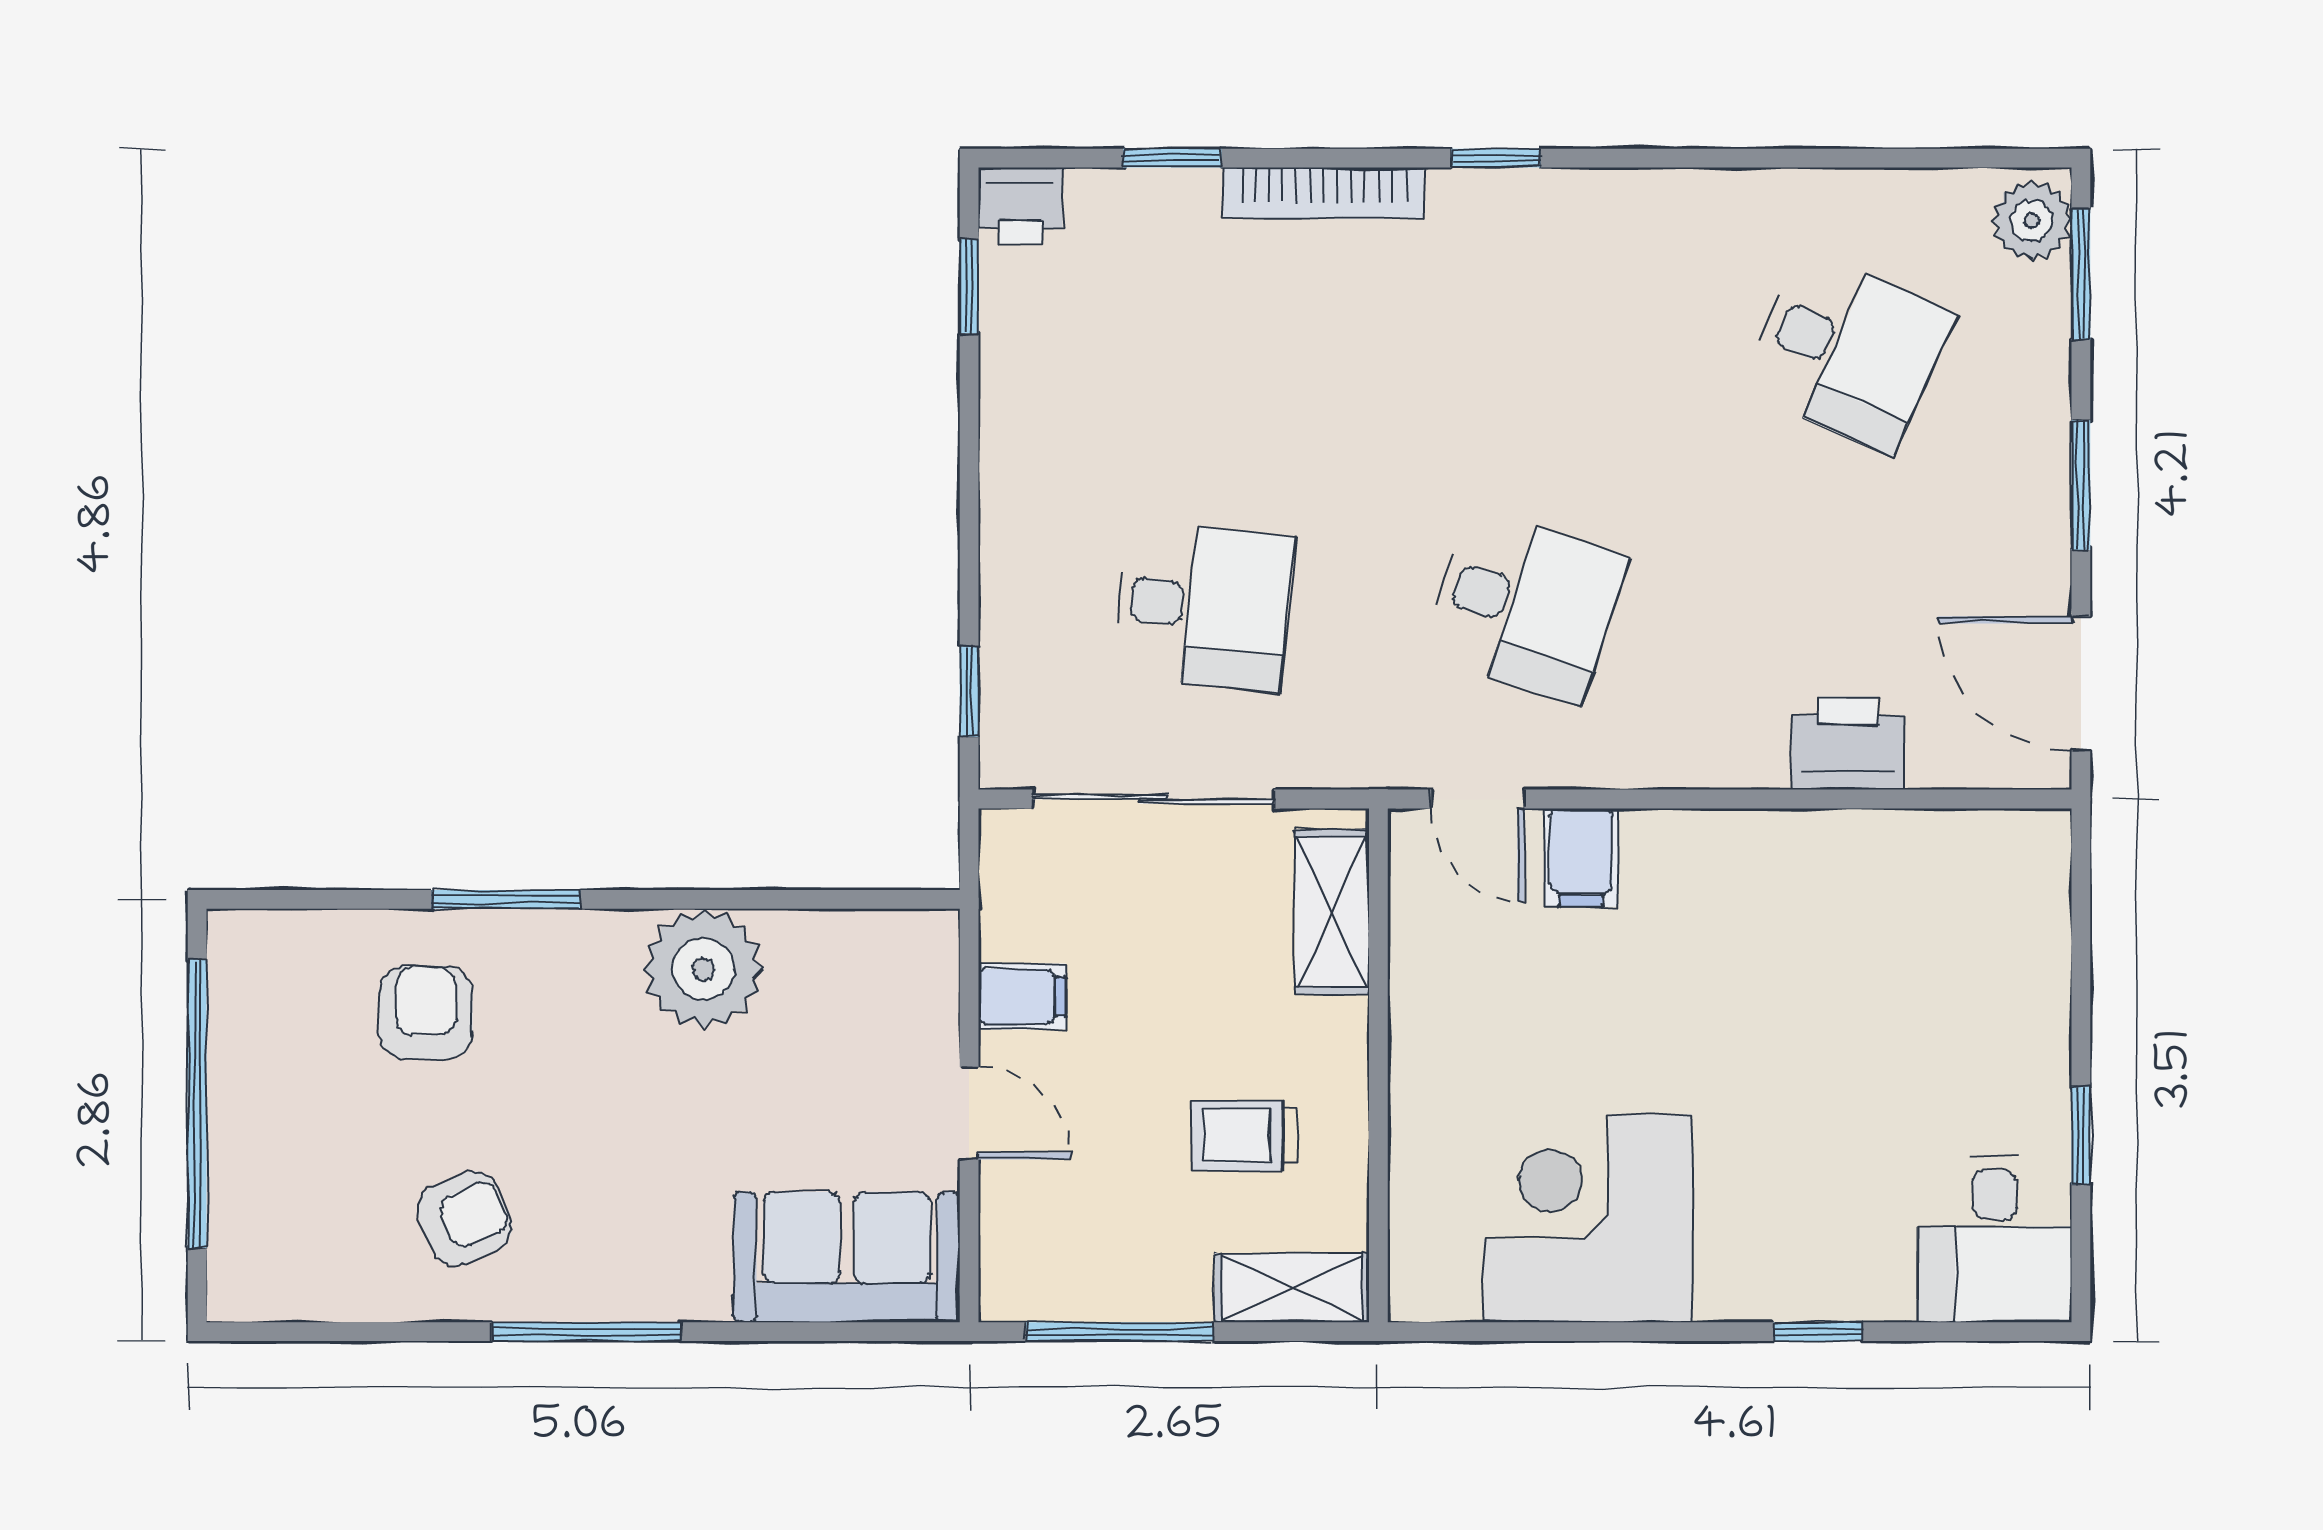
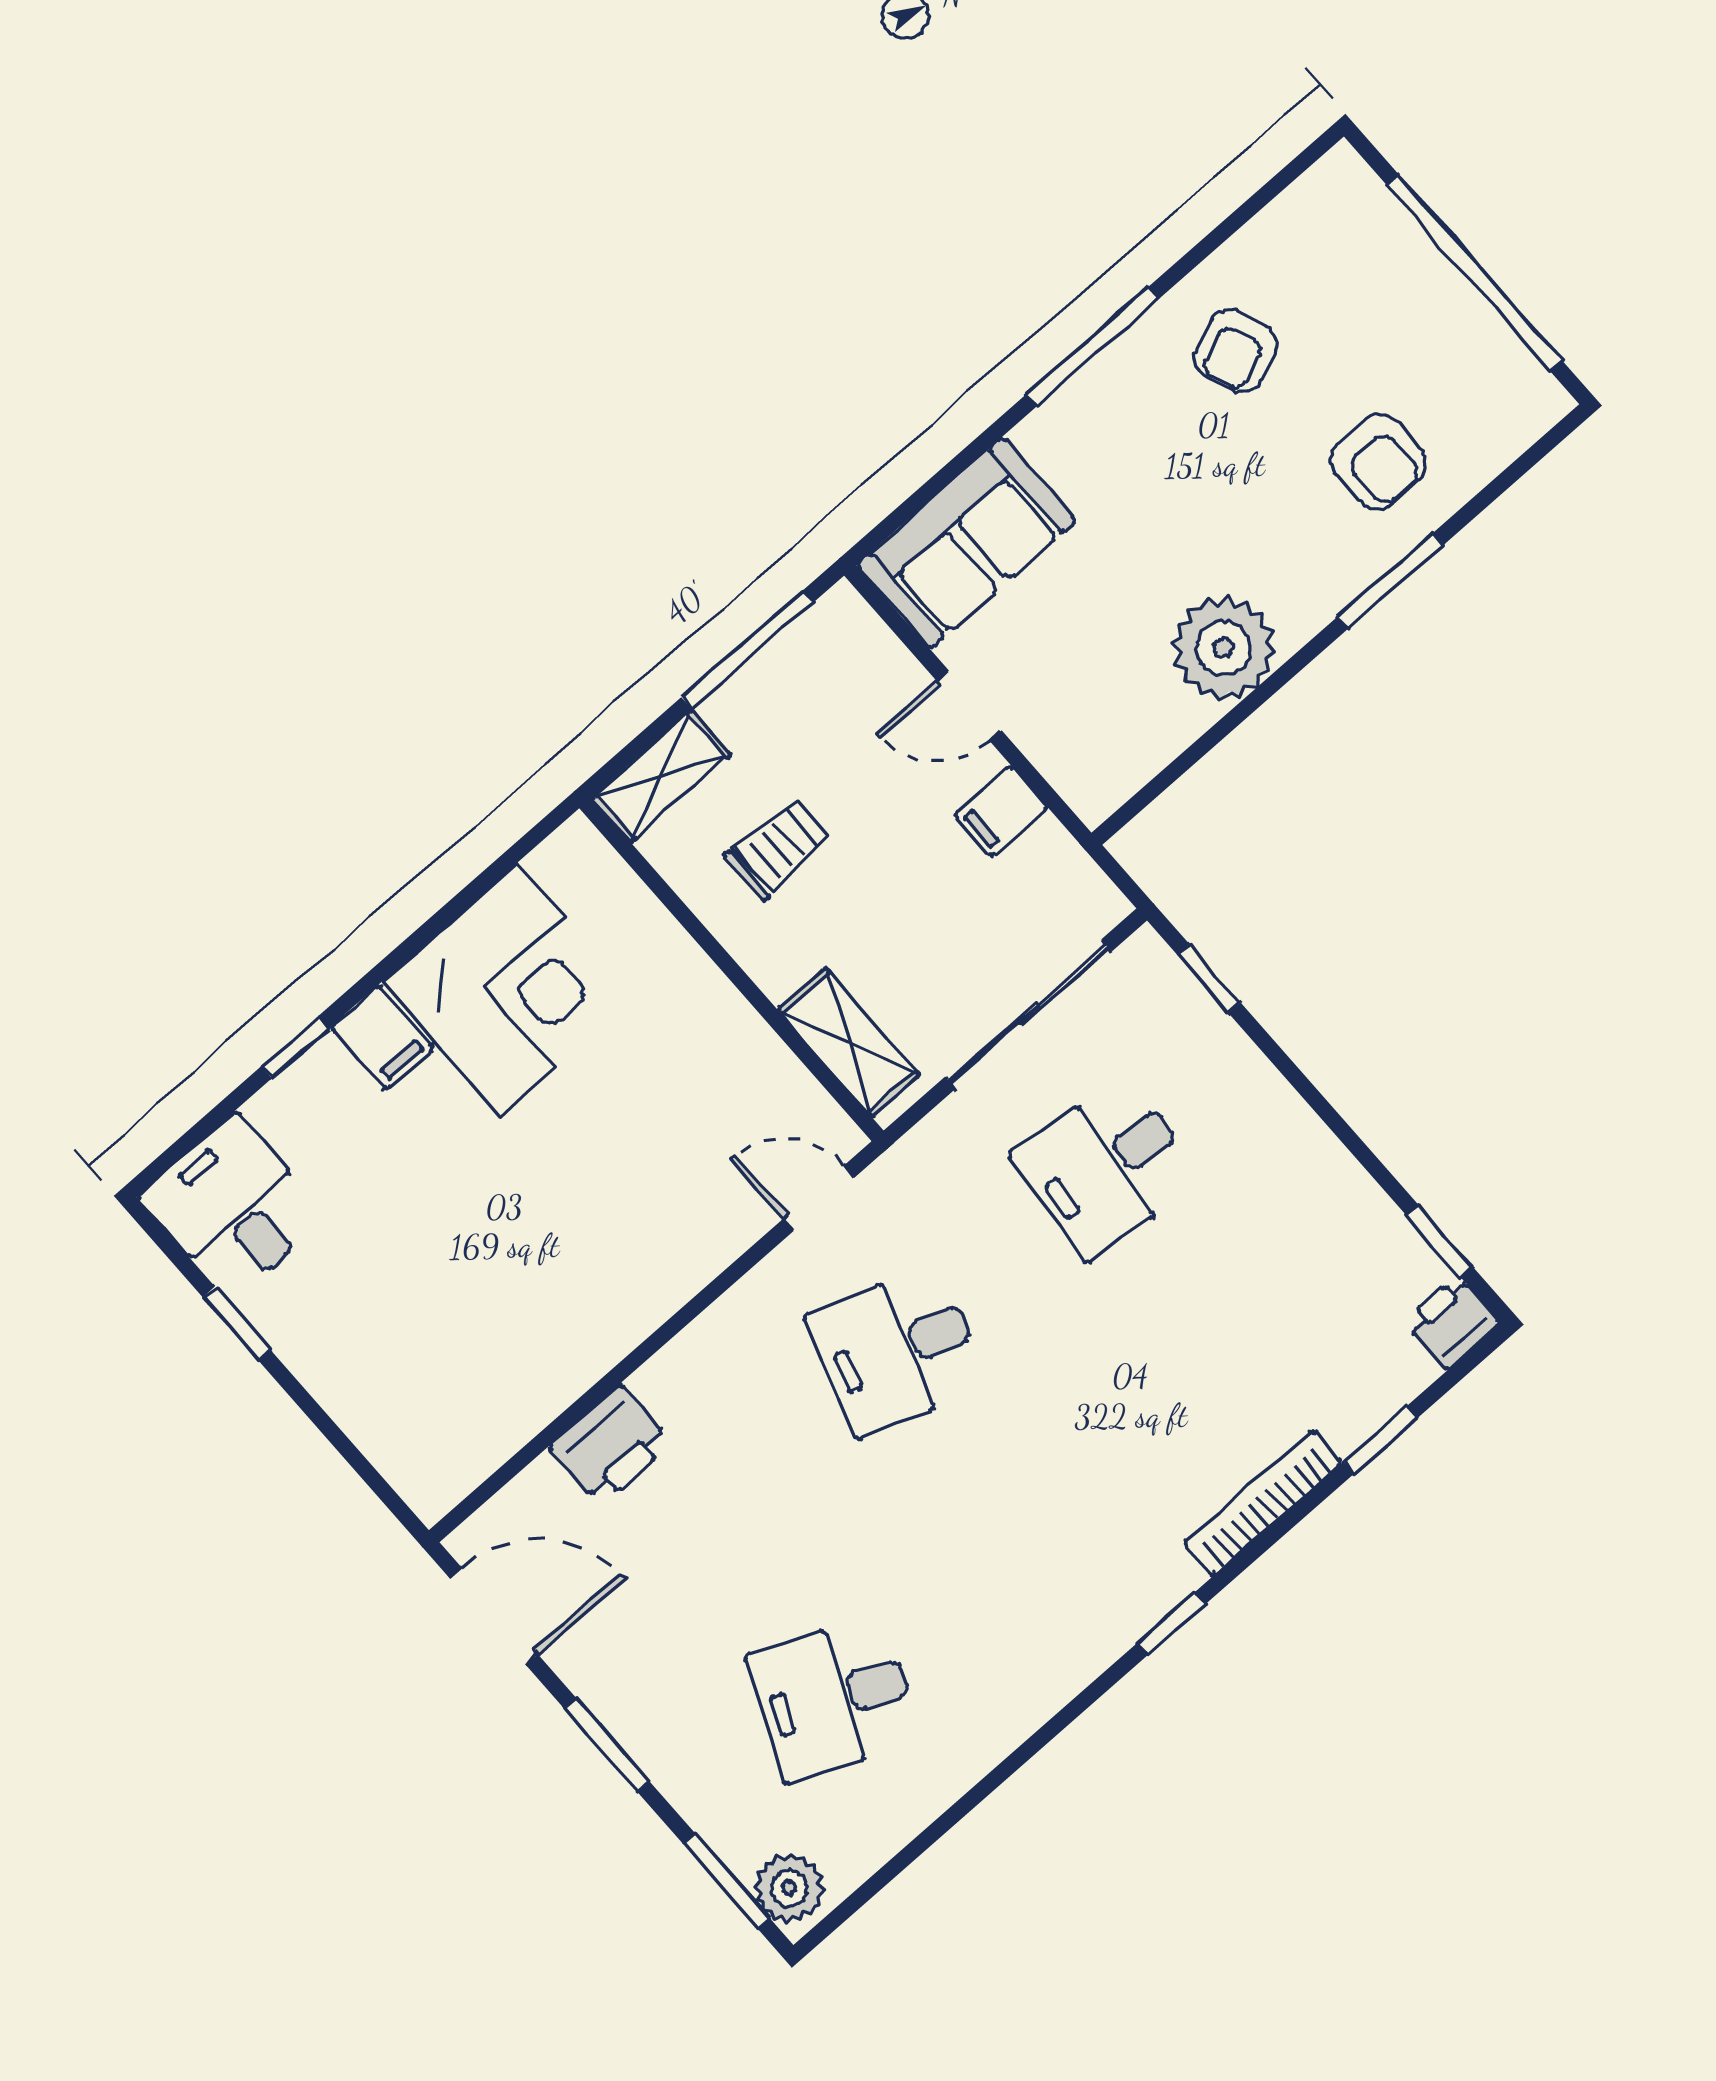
filing cabinet: (1581, 857) -> (382, 1038), moved, turned 180

